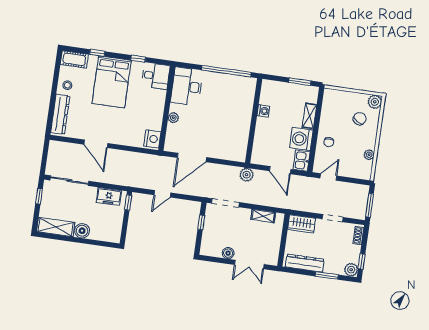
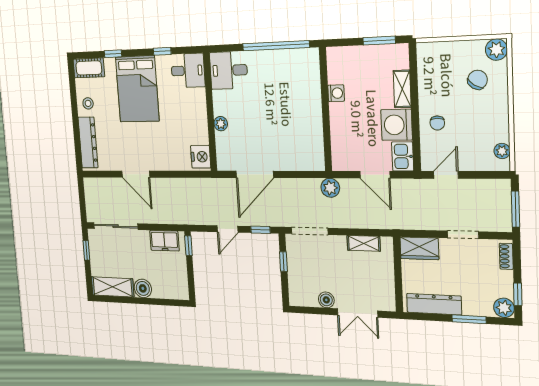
desk: (187, 86) -> (229, 70), width x0.73
plant: (369, 155) -> (502, 151), moved
window: (188, 198) -> (260, 230), added

